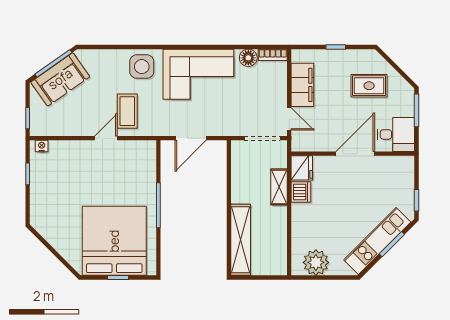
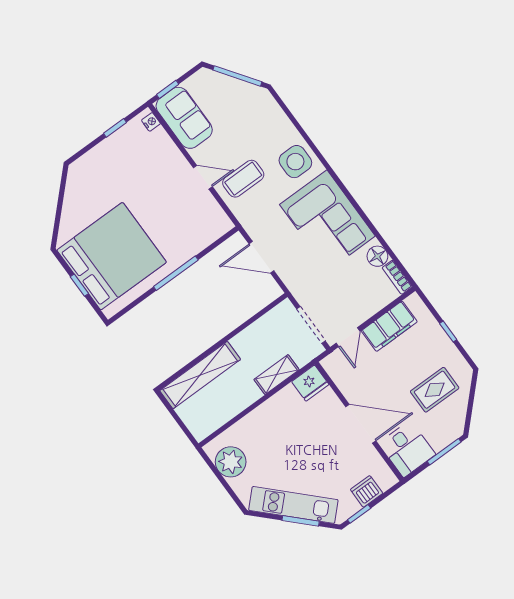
sofa: (60, 79) -> (184, 118), moved, turned -145
rug: (369, 86) -> (435, 390), turned 90
dishwasher: (301, 192) -> (367, 491), moved, turned 180

